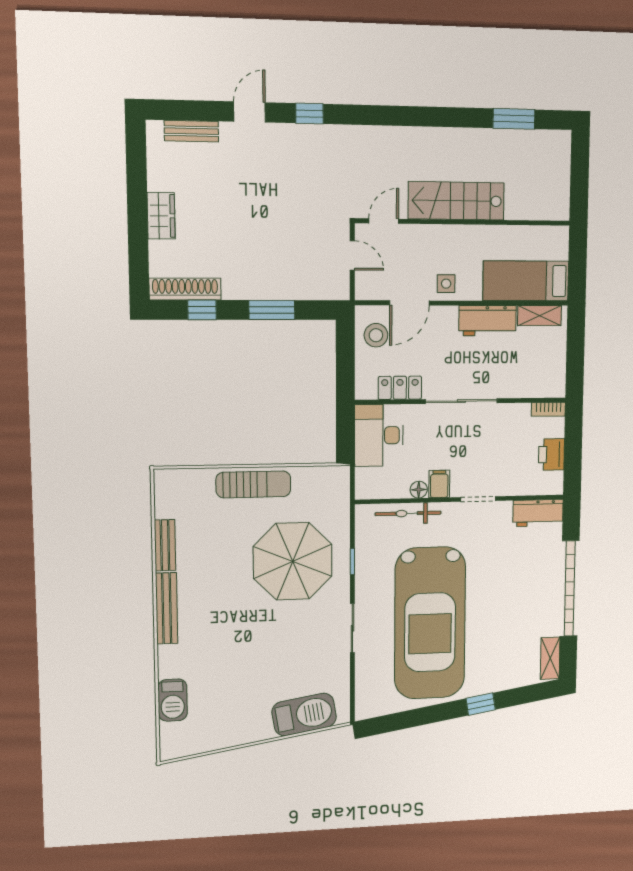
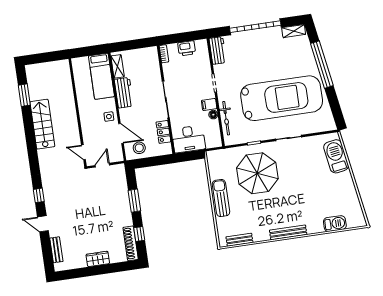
stairs: (456, 201) -> (42, 124), moved, turned 180
bench: (165, 545) -> (239, 240), moved
window: (481, 704) -> (322, 65), width x3.17

